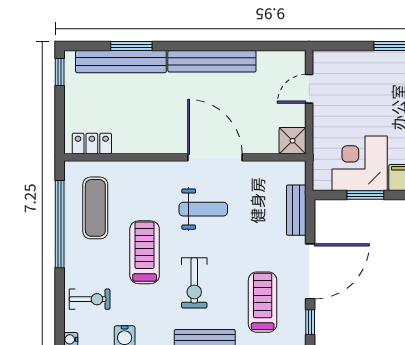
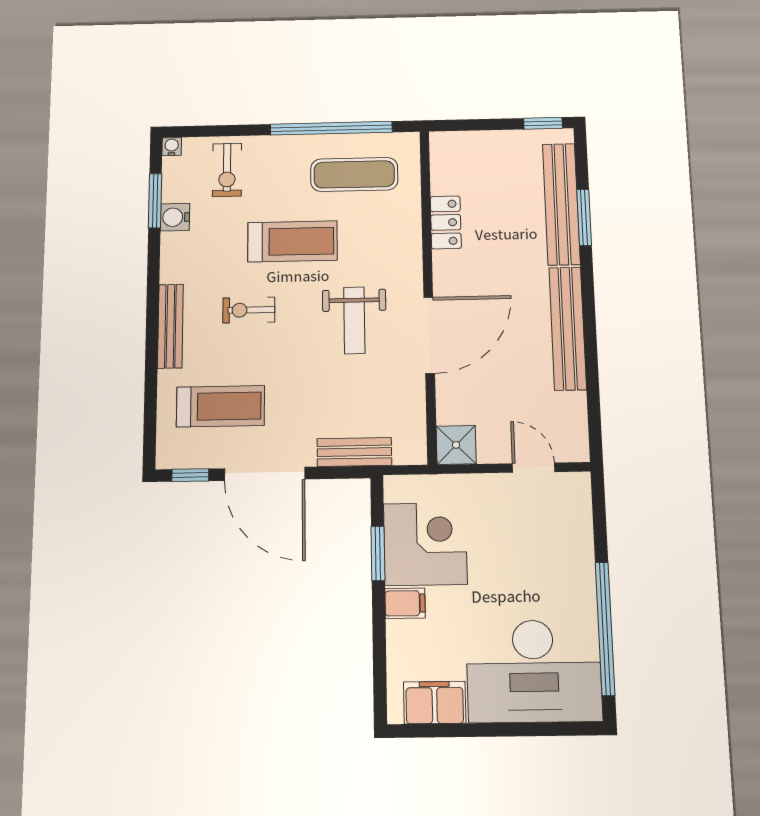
locker: (92, 144) -> (446, 222), moved
exercise bike: (194, 283) -> (249, 310), width x0.73, depth x0.72

